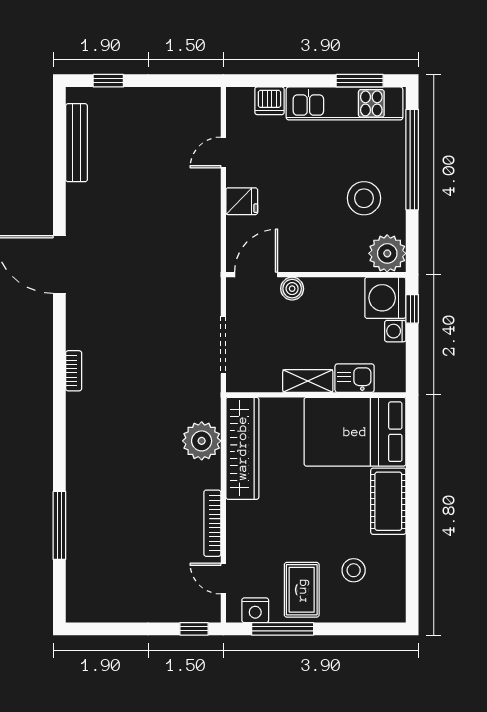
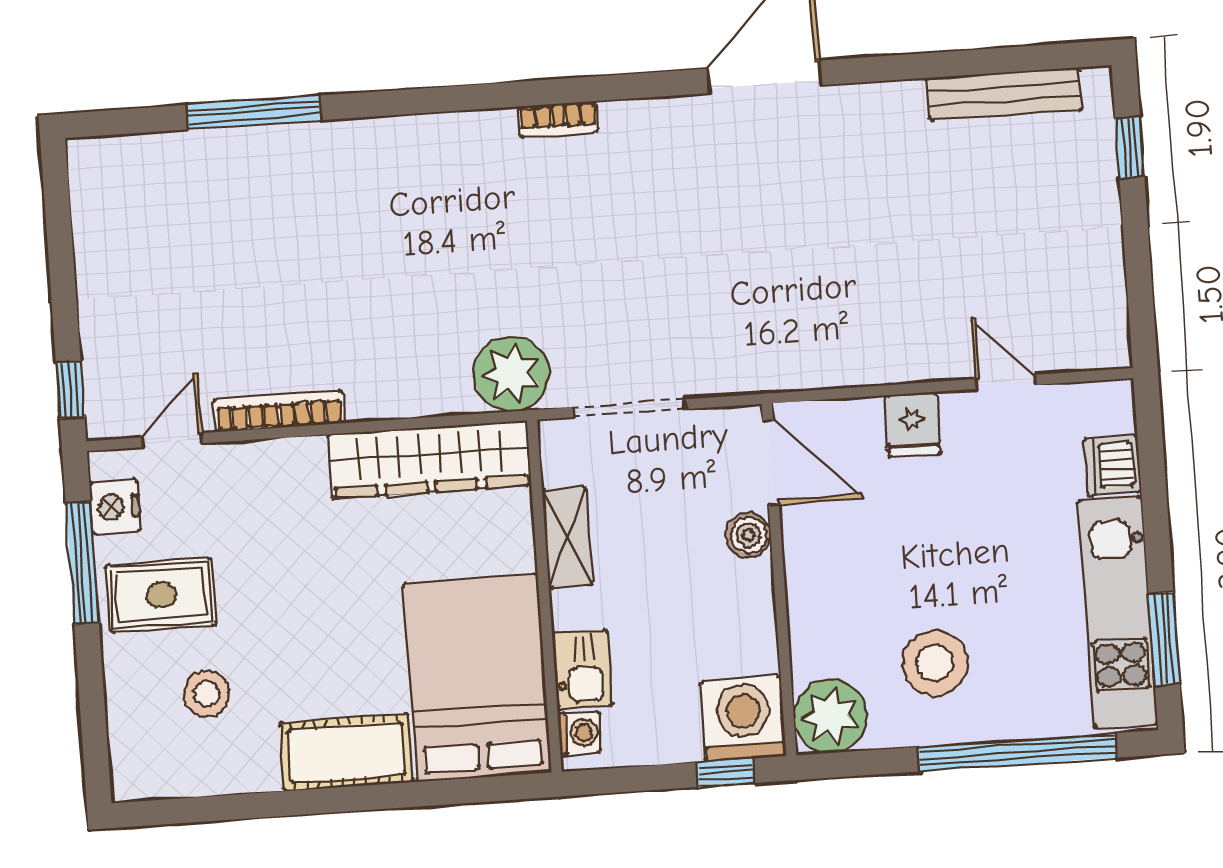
washing machine: (395, 331) -> (580, 733), moved, turned 90
shelving: (308, 381) -> (567, 537), moved
plant: (202, 441) -> (511, 374), moved

